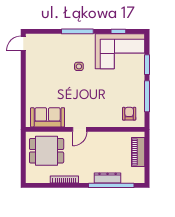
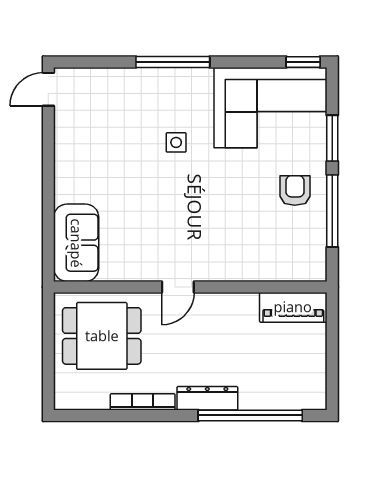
window: (118, 31) -> (303, 62), moved
armchair: (129, 114) -> (295, 191), moved
sofa: (48, 117) -> (76, 243), moved, turned 90
piano: (138, 152) -> (293, 307), moved, turned -90
dresser: (108, 178) -> (207, 398), moved

